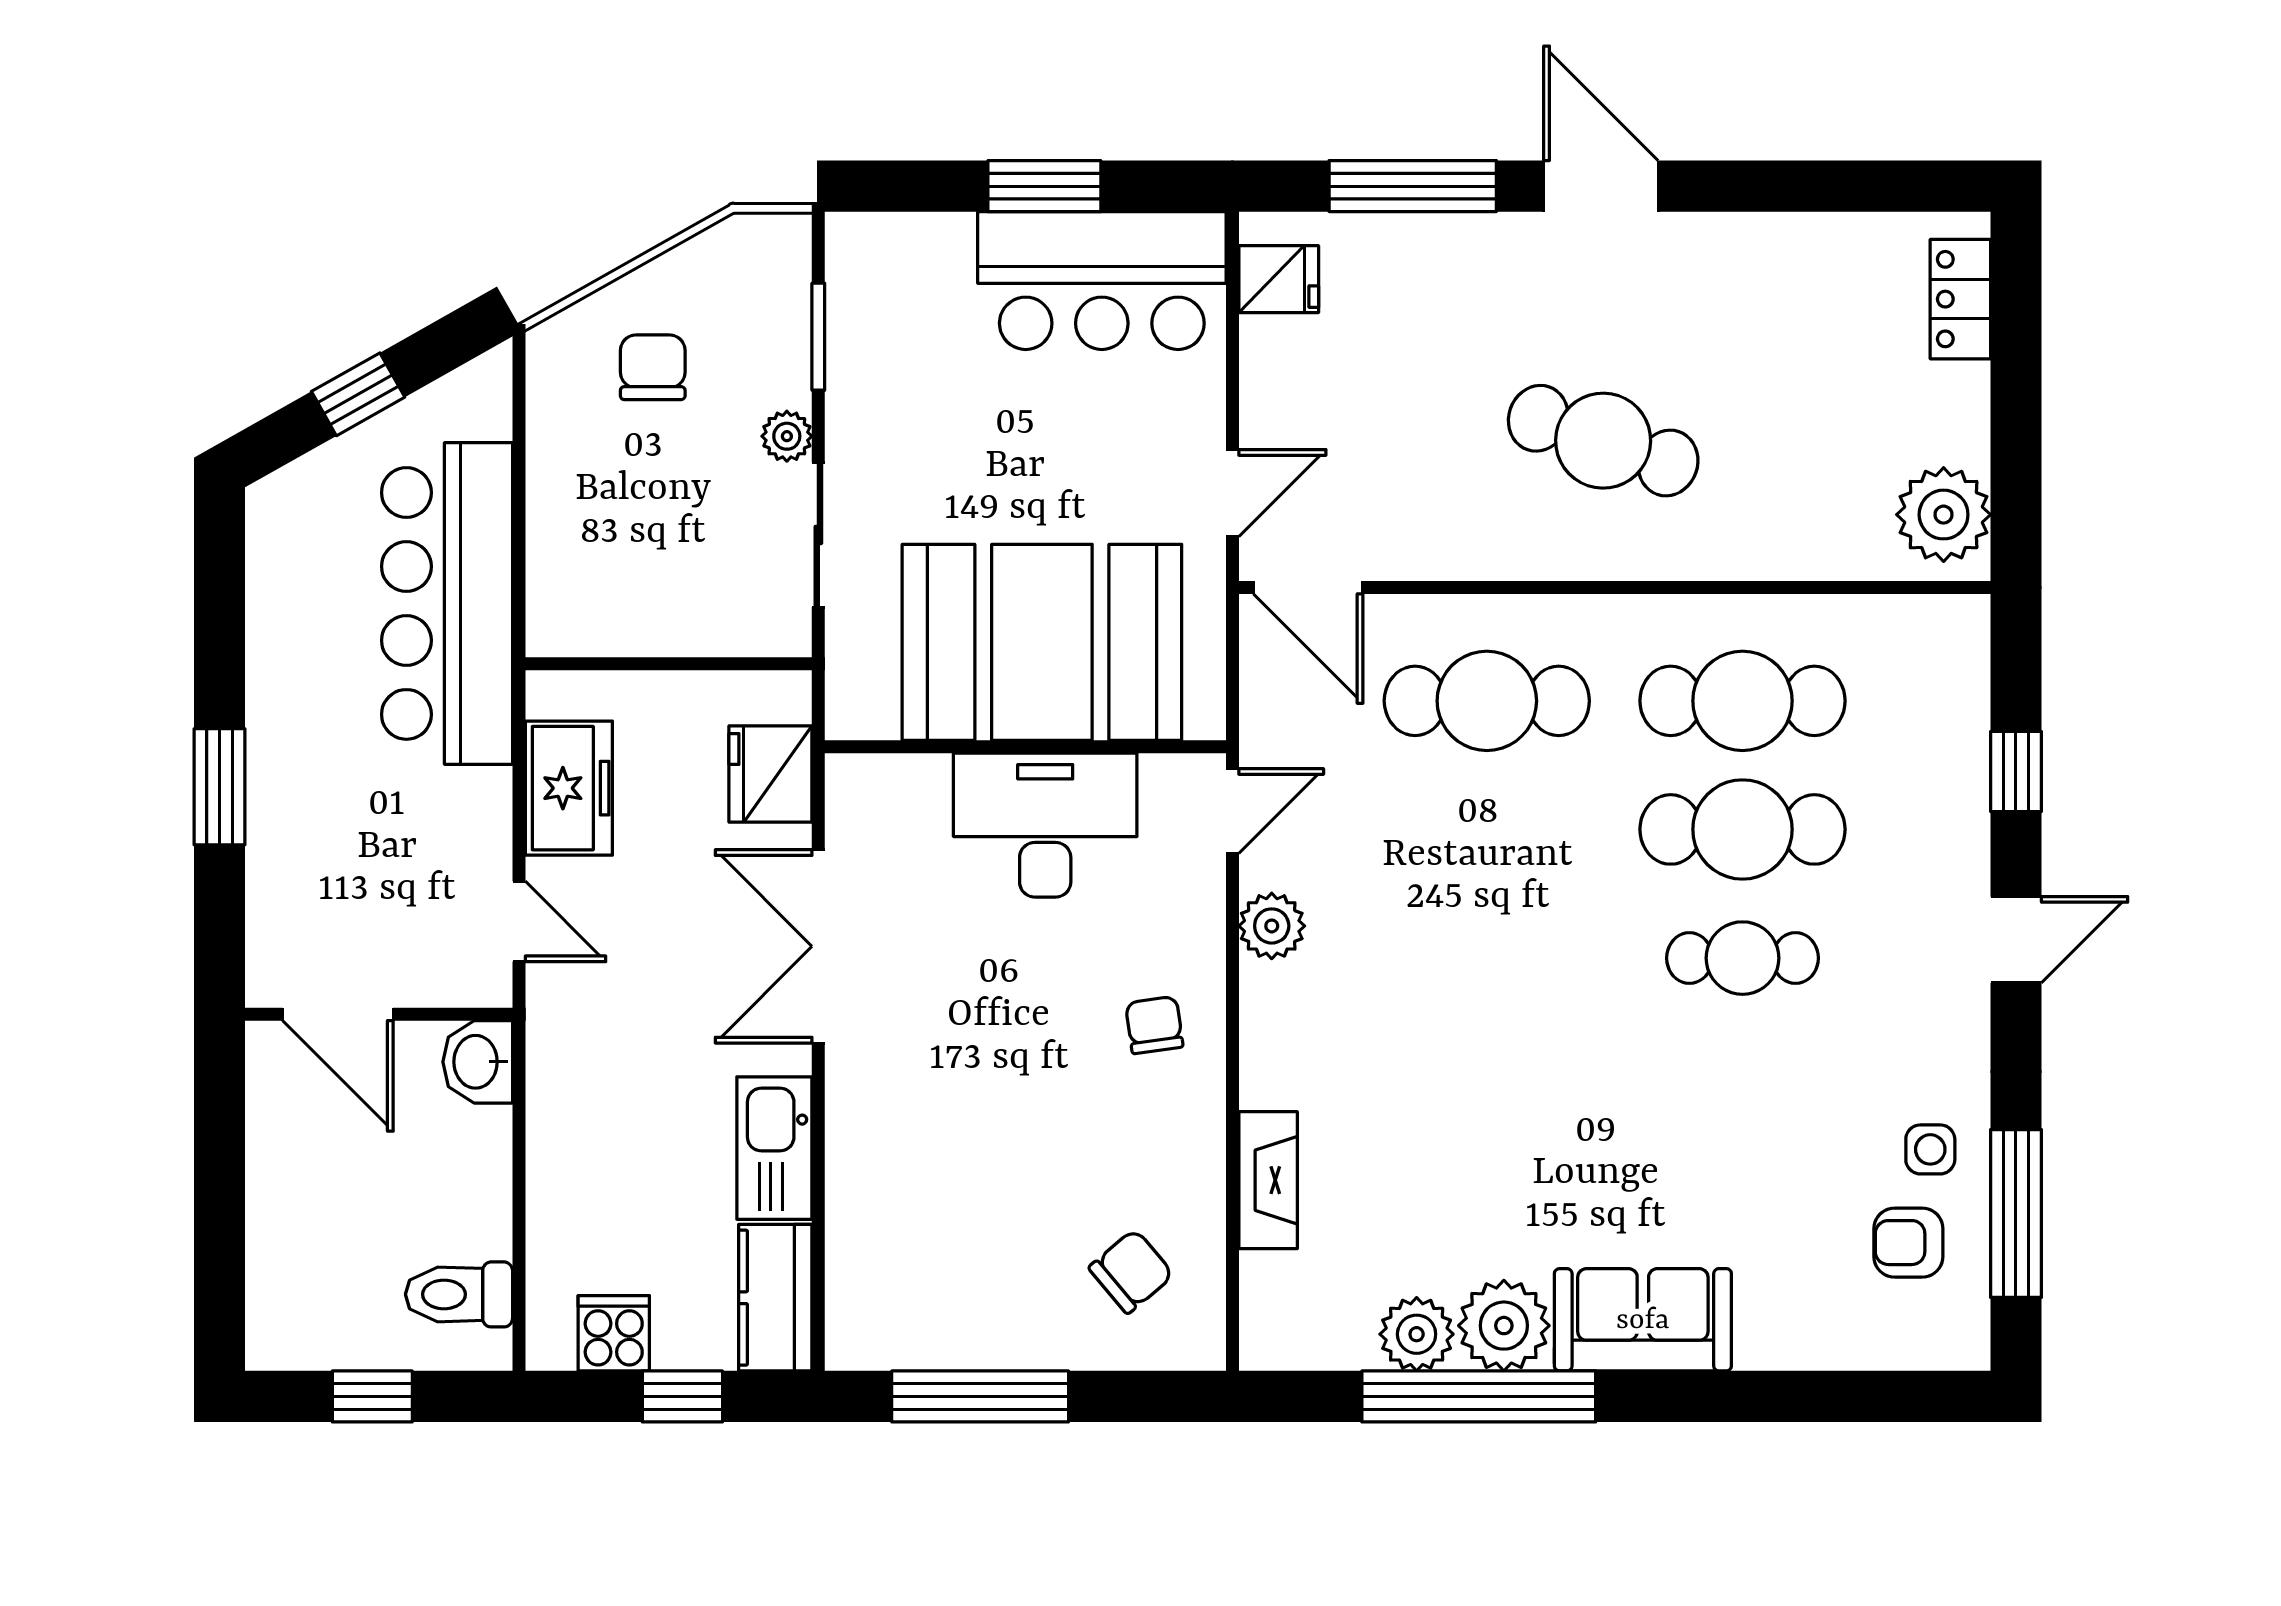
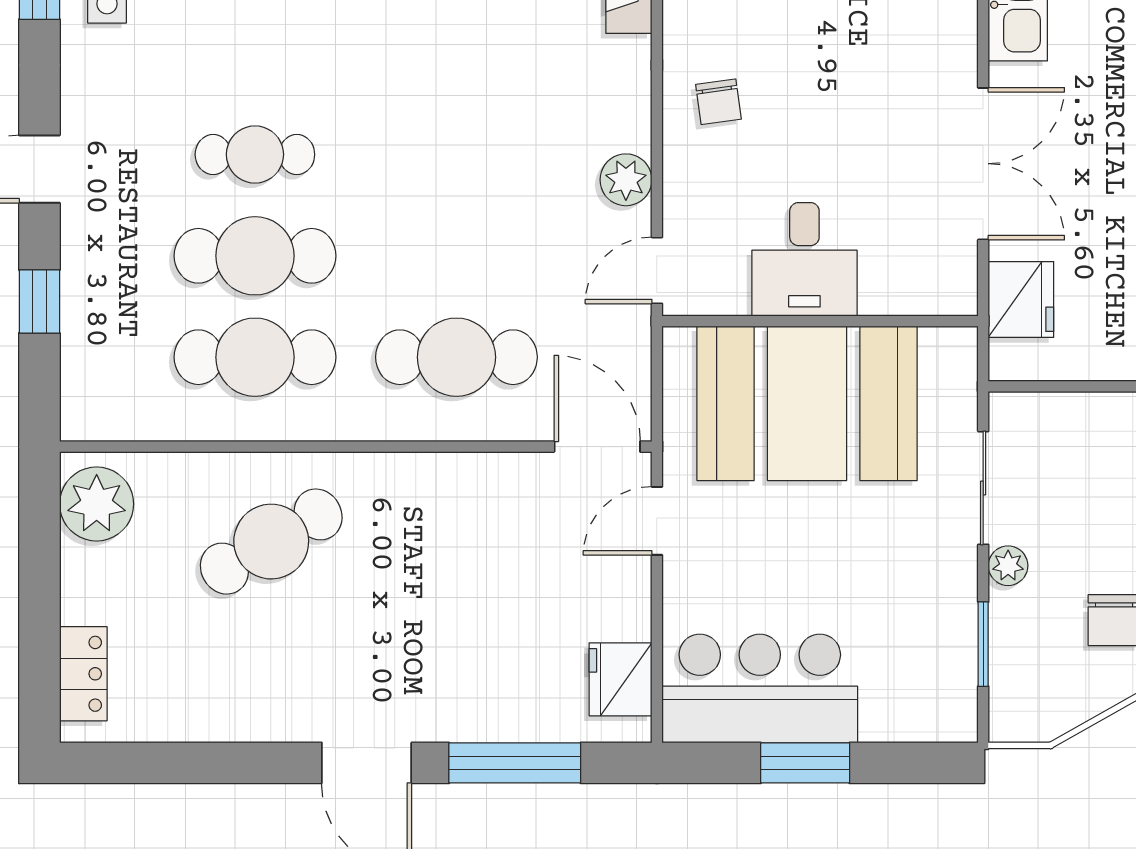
fridge: (1279, 279) -> (620, 679), width x1.38
cafe table: (1603, 441) -> (271, 542), moved, turned -49
desk: (1045, 825) -> (804, 259), width x0.73

